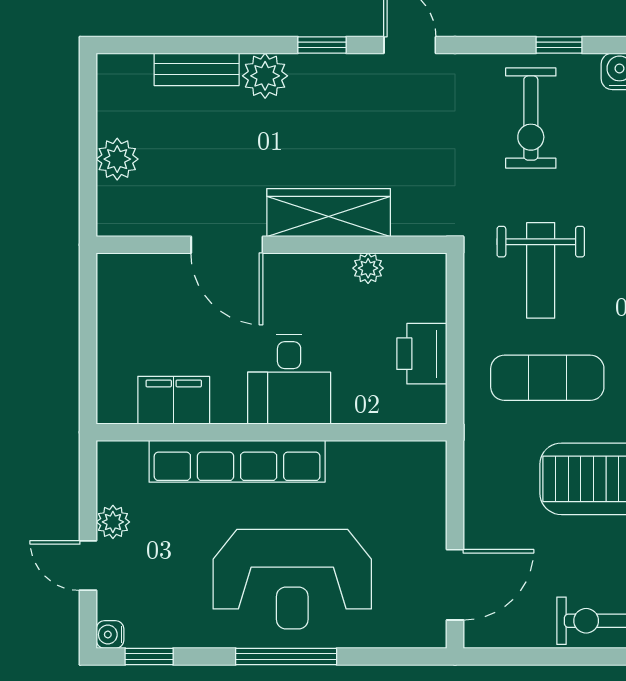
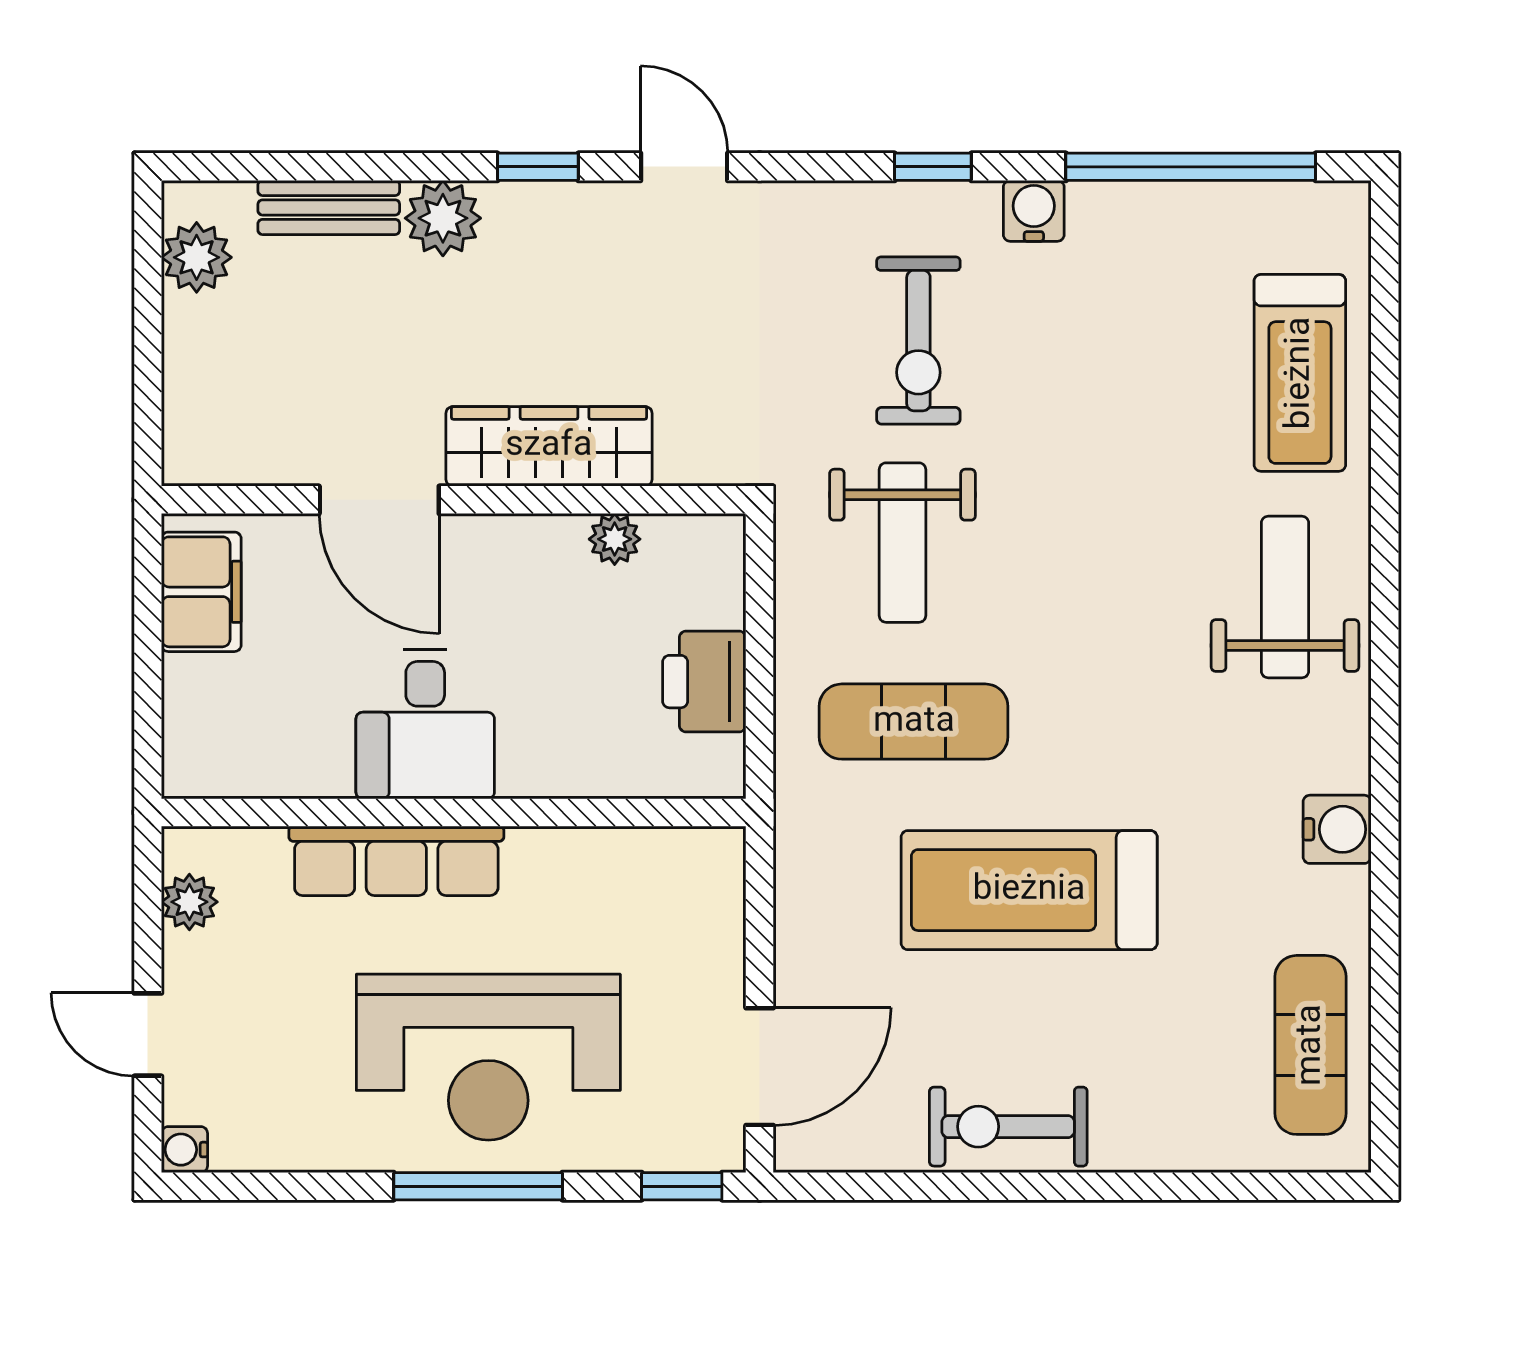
exercise bike: (531, 118) -> (918, 341), moved
plant: (117, 159) -> (197, 257), moved
desk: (289, 379) -> (425, 724), moved
filing cabinet: (174, 400) -> (201, 592), moved, turned 90
row of seats: (237, 461) -> (396, 861), width x0.73
plant: (113, 522) -> (189, 902), moved
window: (149, 656) -> (682, 1186), moved

